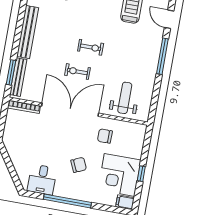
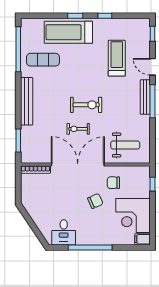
exercise bike: (91, 47) -> (86, 105), width x1.38, depth x1.39
bench: (18, 77) -> (145, 97), moved
weight bench: (125, 98) -> (125, 145), turned 90
chair: (79, 165) -> (95, 201), moved
window: (141, 174) -> (152, 184), moved

